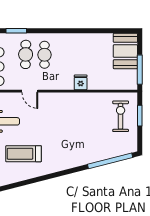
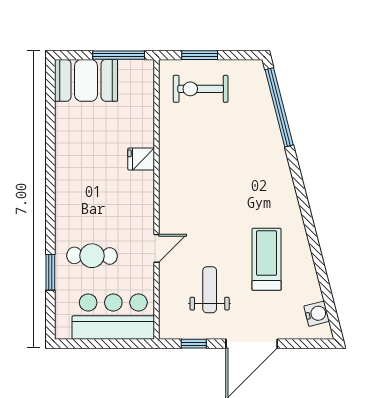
cafe table: (44, 55) -> (93, 222), removed
treadmill: (24, 154) -> (267, 259), turned 180

